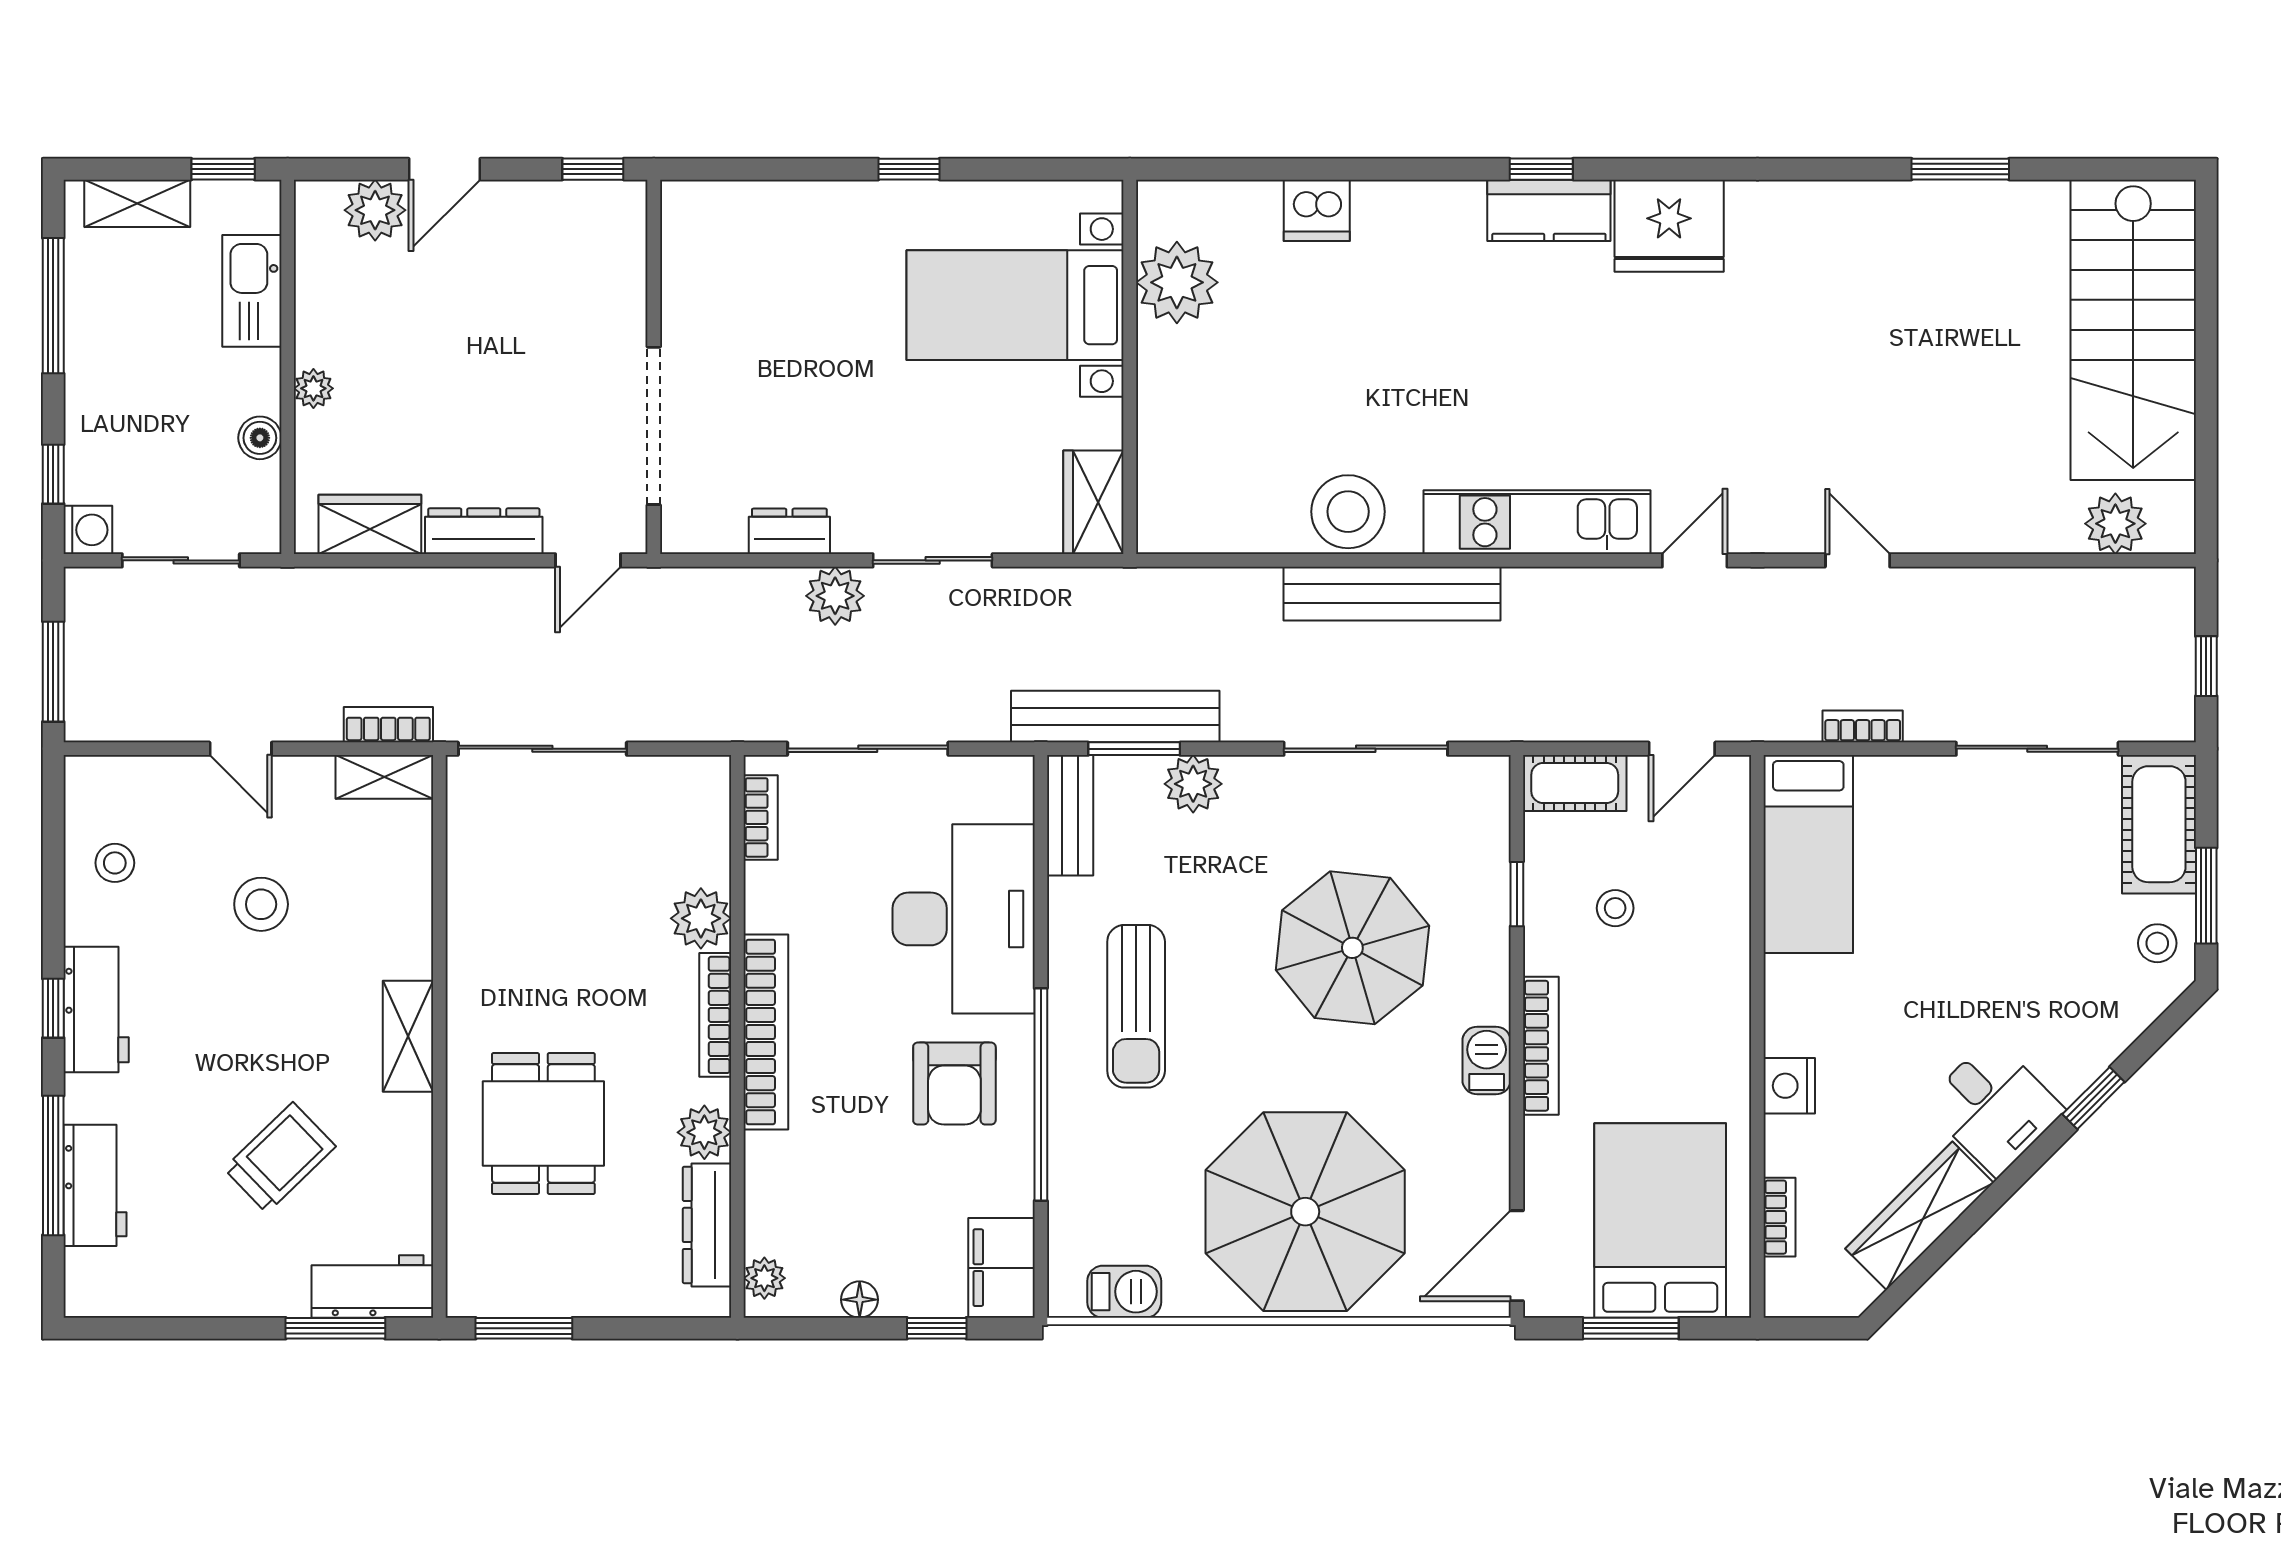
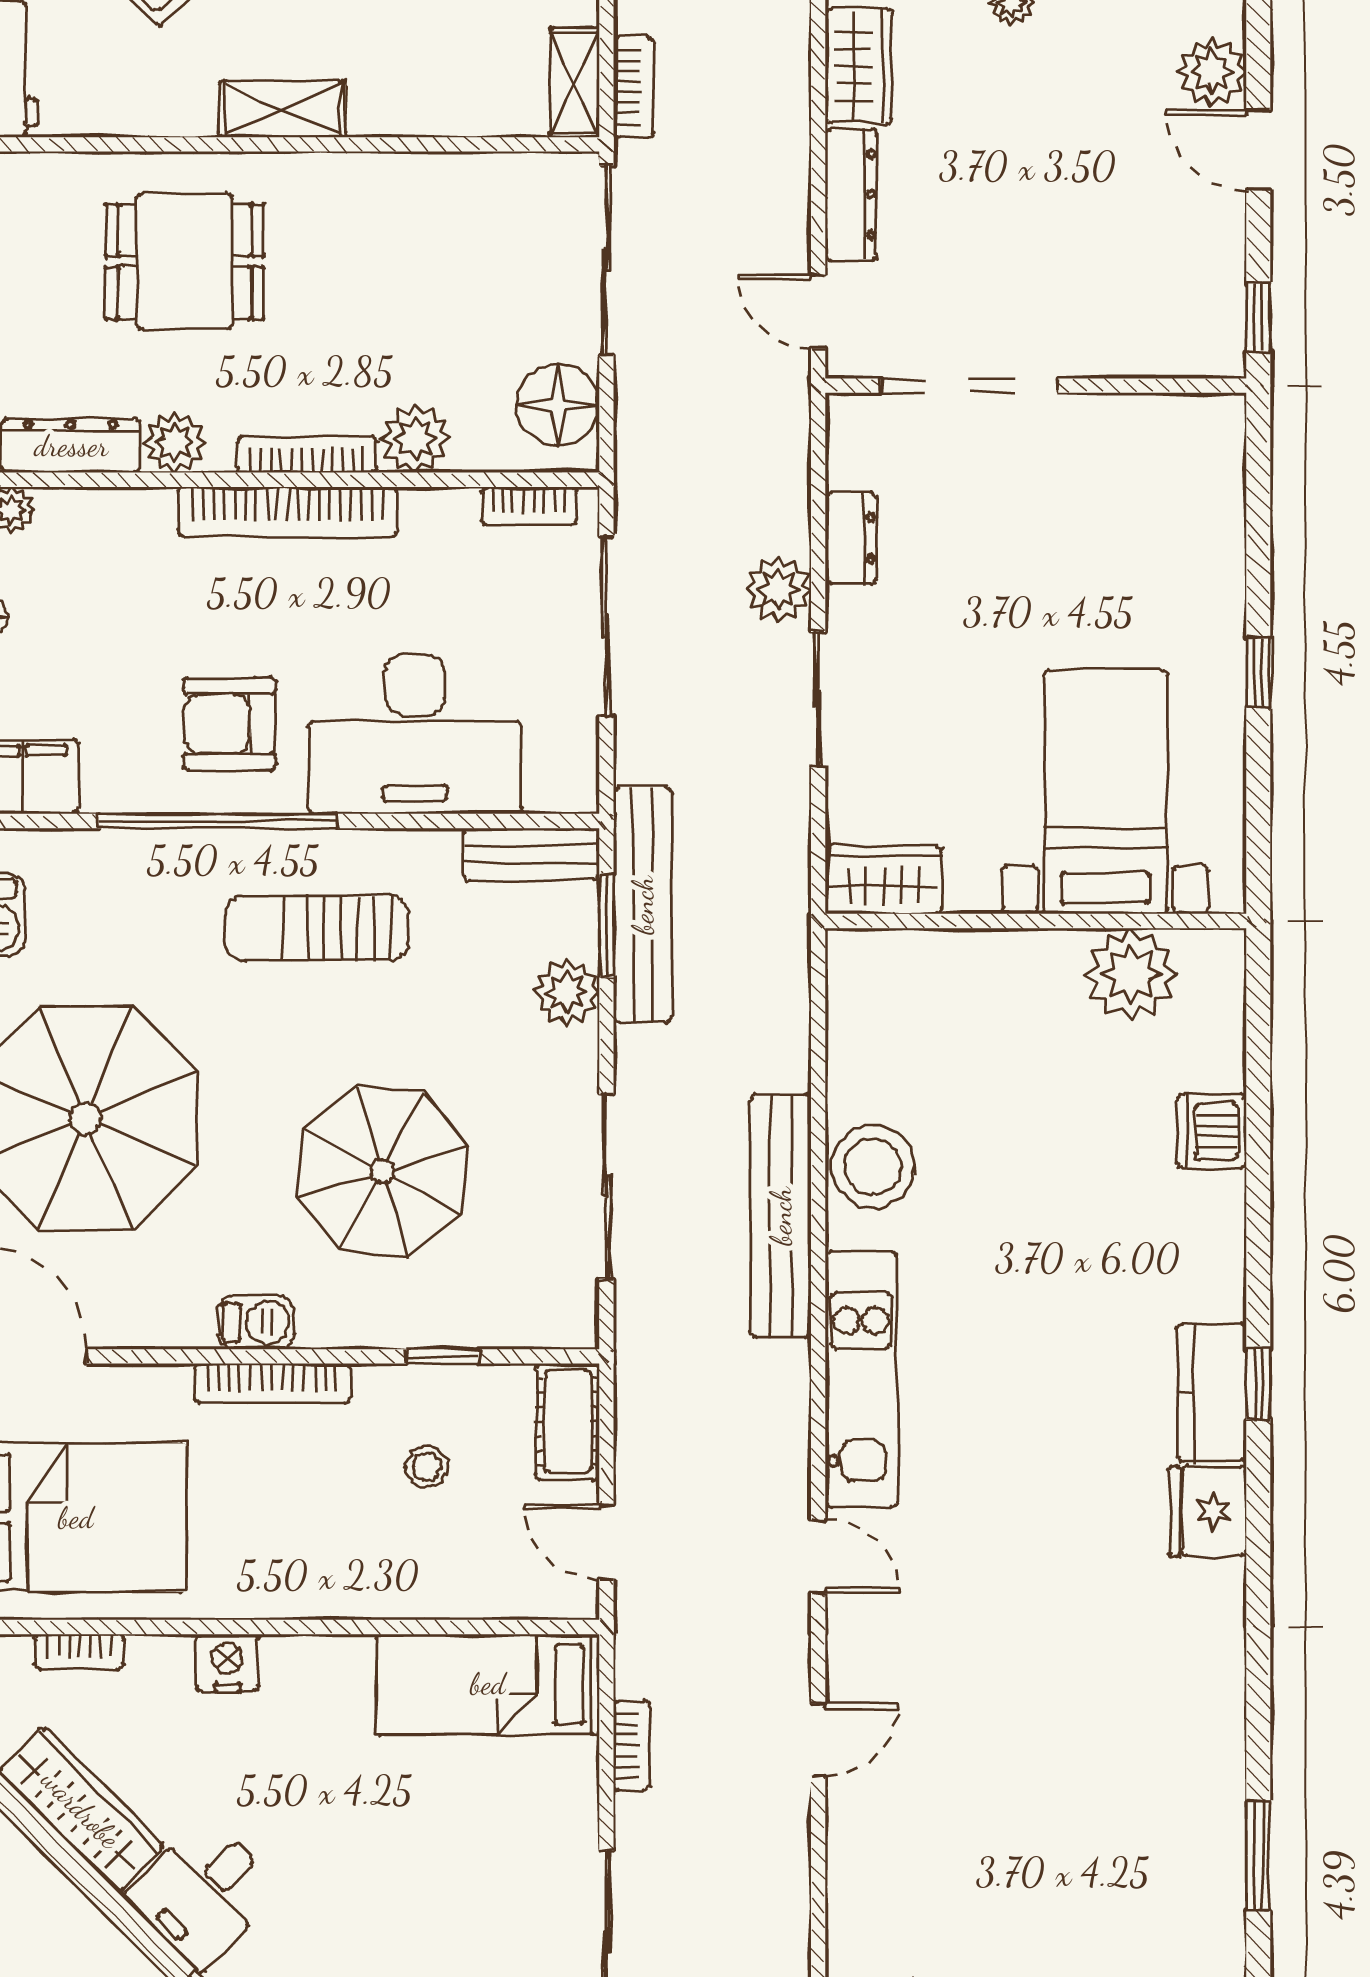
fridge: (1669, 226) -> (1208, 1511), width x0.73, depth x0.75
floor lamp: (671, 792) -> (558, 405), added

